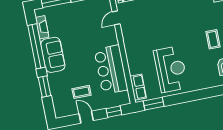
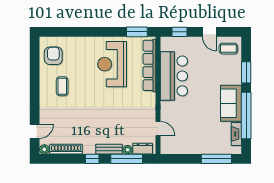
door: (116, 18) -> (158, 128), hinge flipped
row of seats: (138, 87) -> (149, 65), width x2.02
coffee table: (82, 92) -> (228, 49), moved

